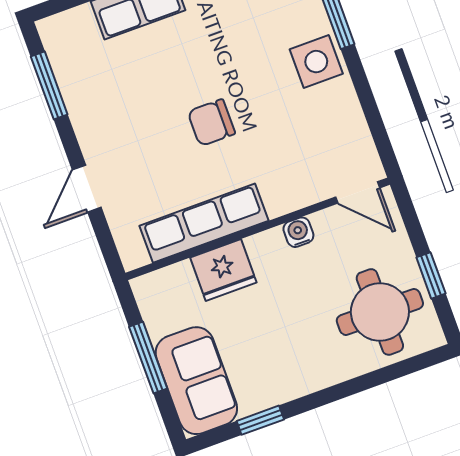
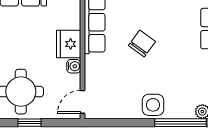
chair: (211, 123) -> (142, 43), turned 36
fridge: (223, 270) -> (69, 44), moved

